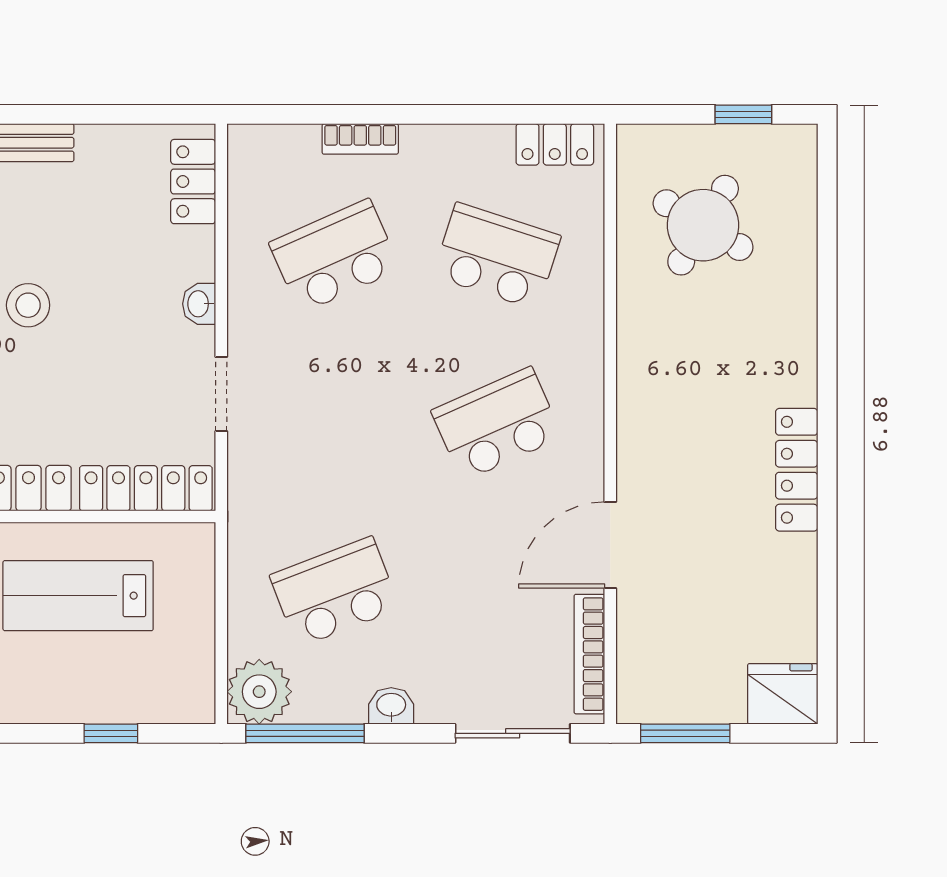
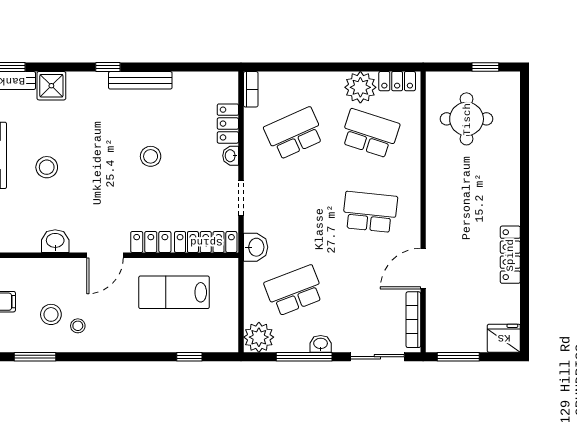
bookcase: (360, 139) -> (251, 89), moved, turned -90
plant: (476, 158) -> (360, 87), added
locker: (193, 182) -> (228, 124), moved
round table: (703, 225) -> (467, 119), turned -31
school desk: (497, 424) -> (370, 212), turned 30
locker: (797, 470) -> (510, 255), moved
washbasin: (252, 499) -> (256, 247), added
window: (305, 733) -> (304, 357), moved

